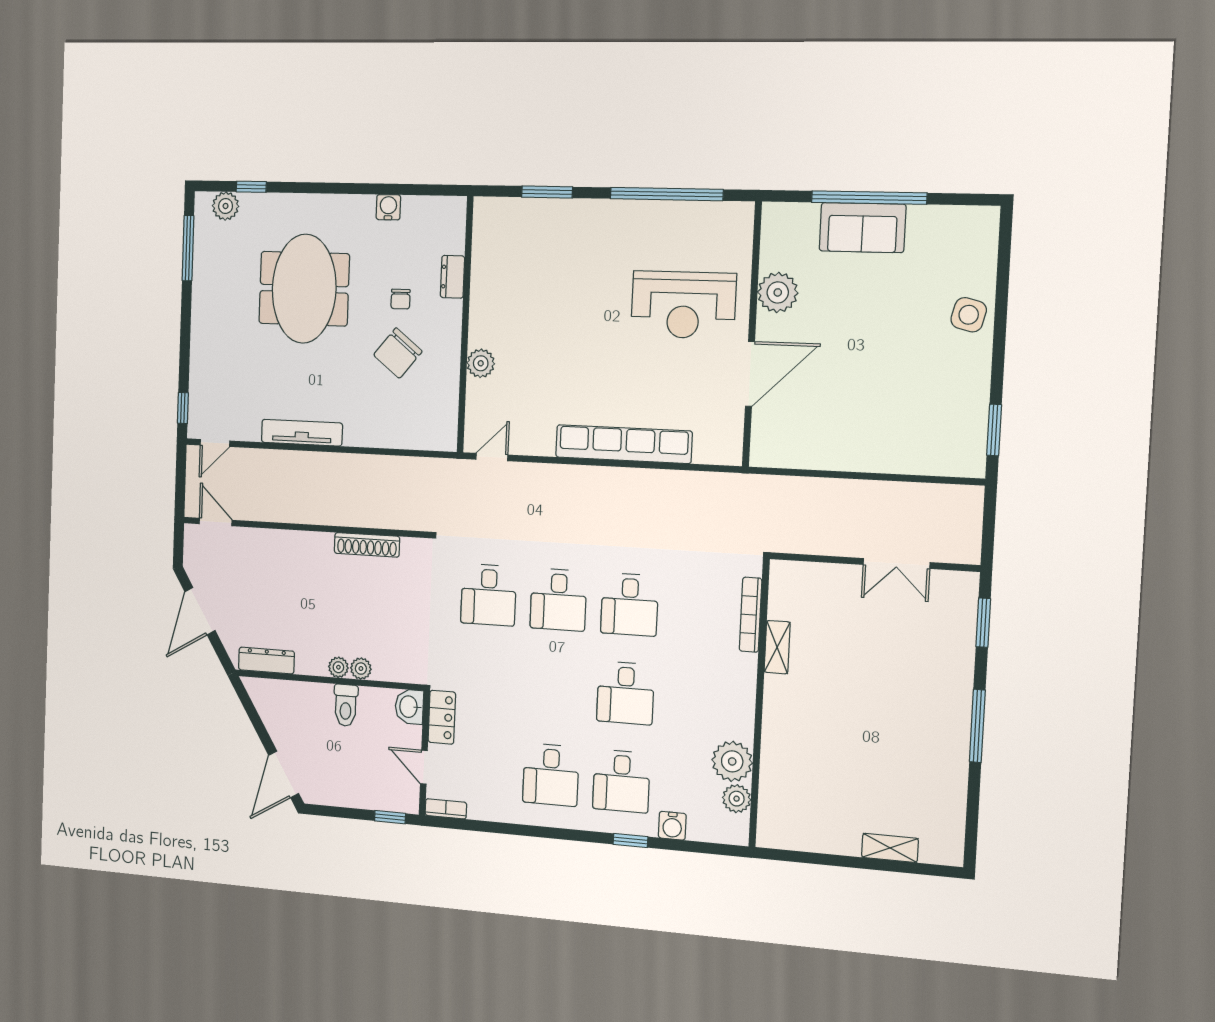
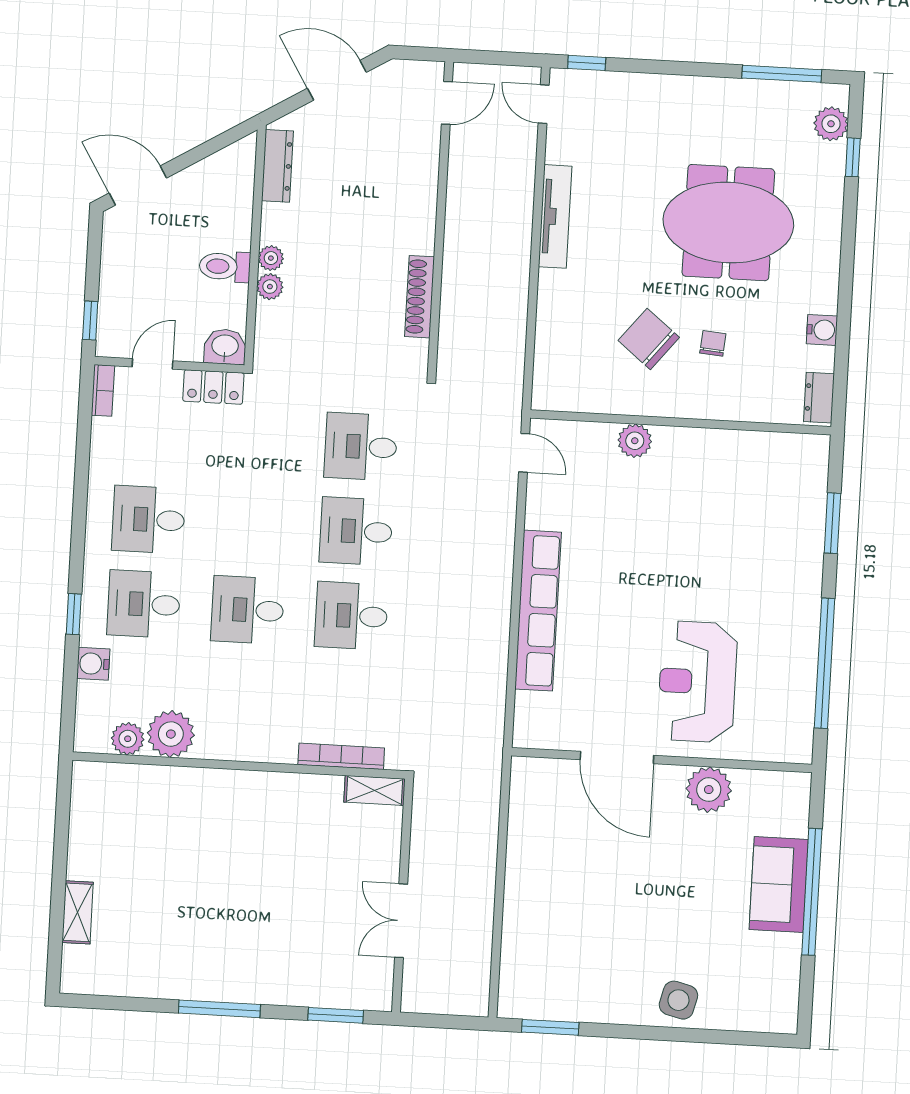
dresser: (452, 277) -> (819, 398), moved, turned -90
chair: (401, 299) -> (713, 343), turned 95
shelving: (777, 647) -> (375, 790), moved

